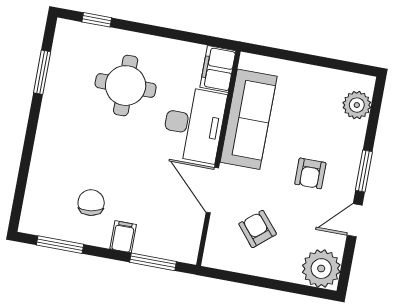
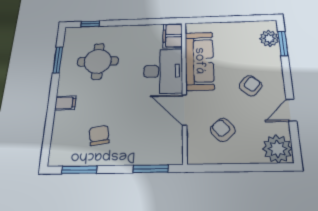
round table: (126, 86) -> (98, 61), moved
window: (364, 171) -> (283, 44), moved
armchair: (310, 173) -> (250, 86), turned -139
filing cabinet: (123, 237) -> (65, 103), moved, turned 90

